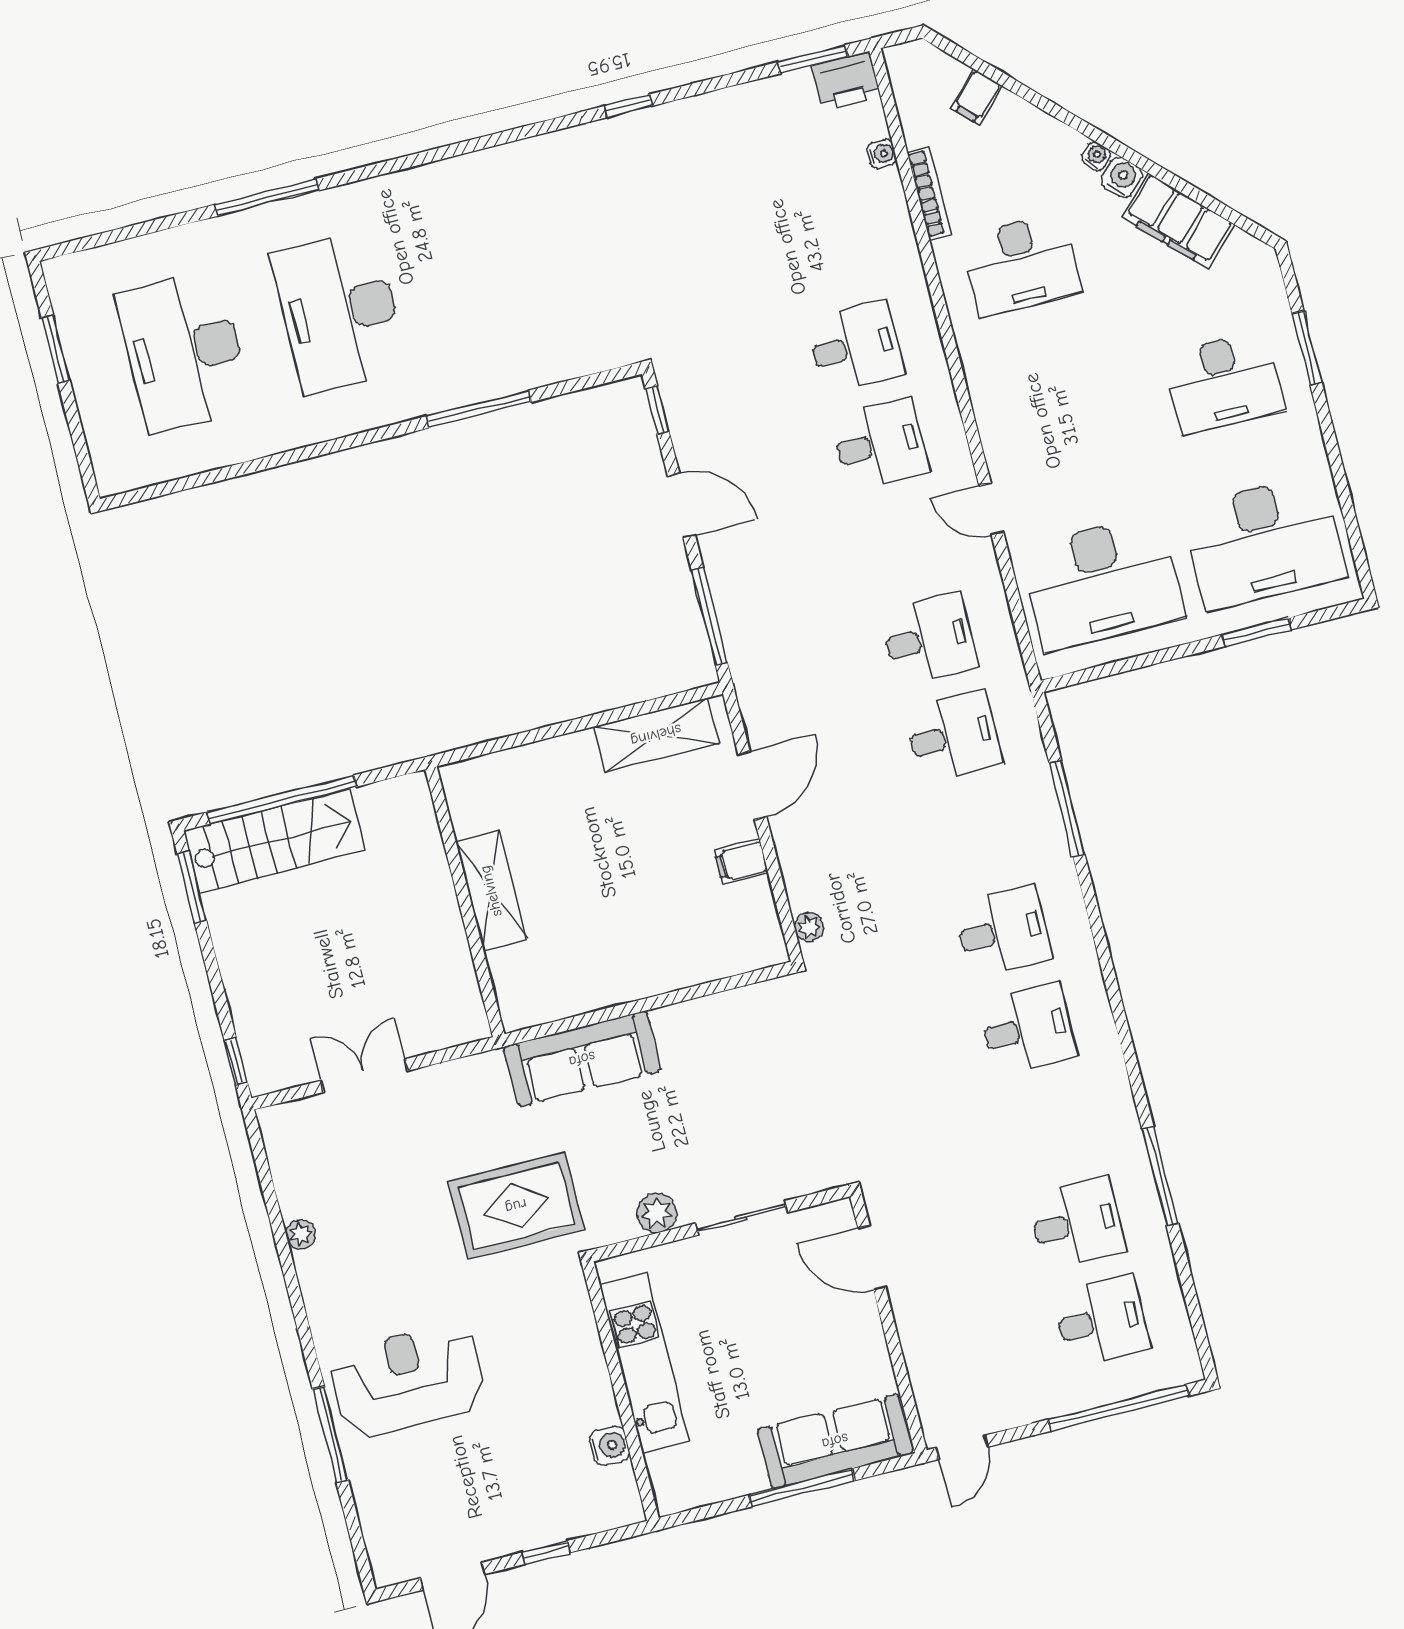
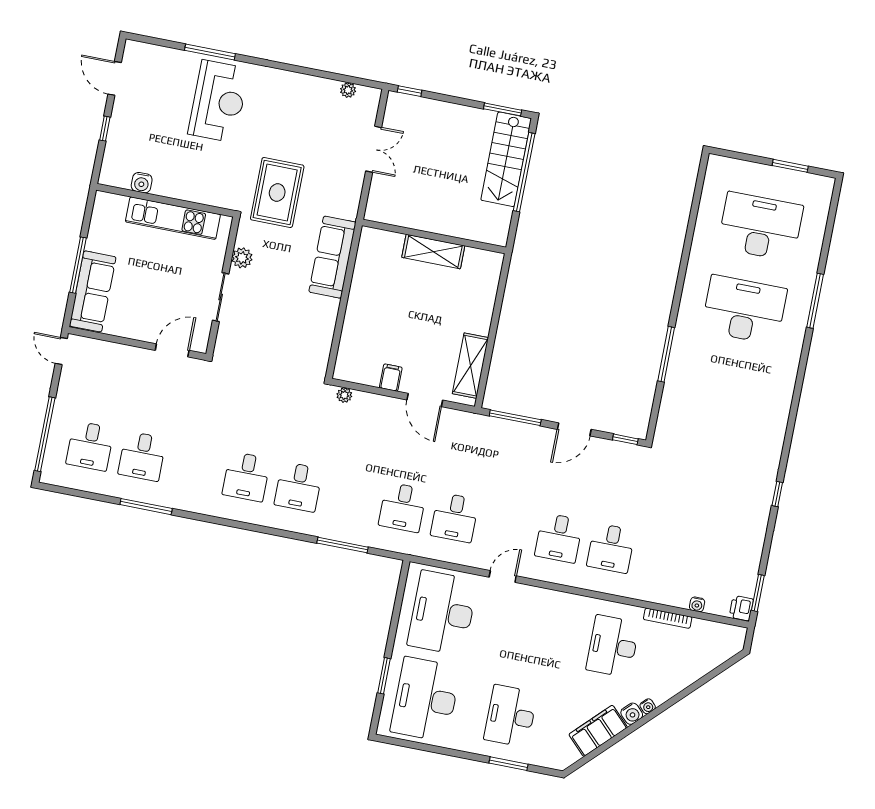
printer: (846, 82) -> (741, 608), width x0.73, depth x0.81
filing cabinet: (977, 97) -> (703, 663), removed
plant: (301, 1234) -> (348, 90), moved

